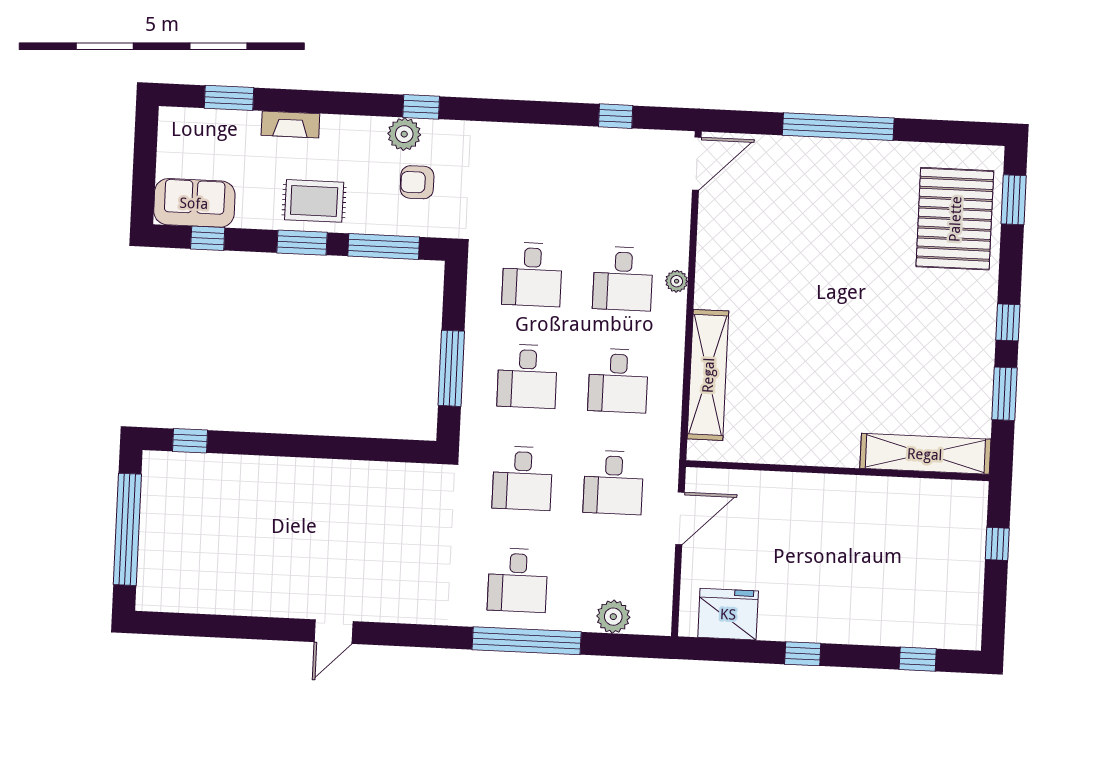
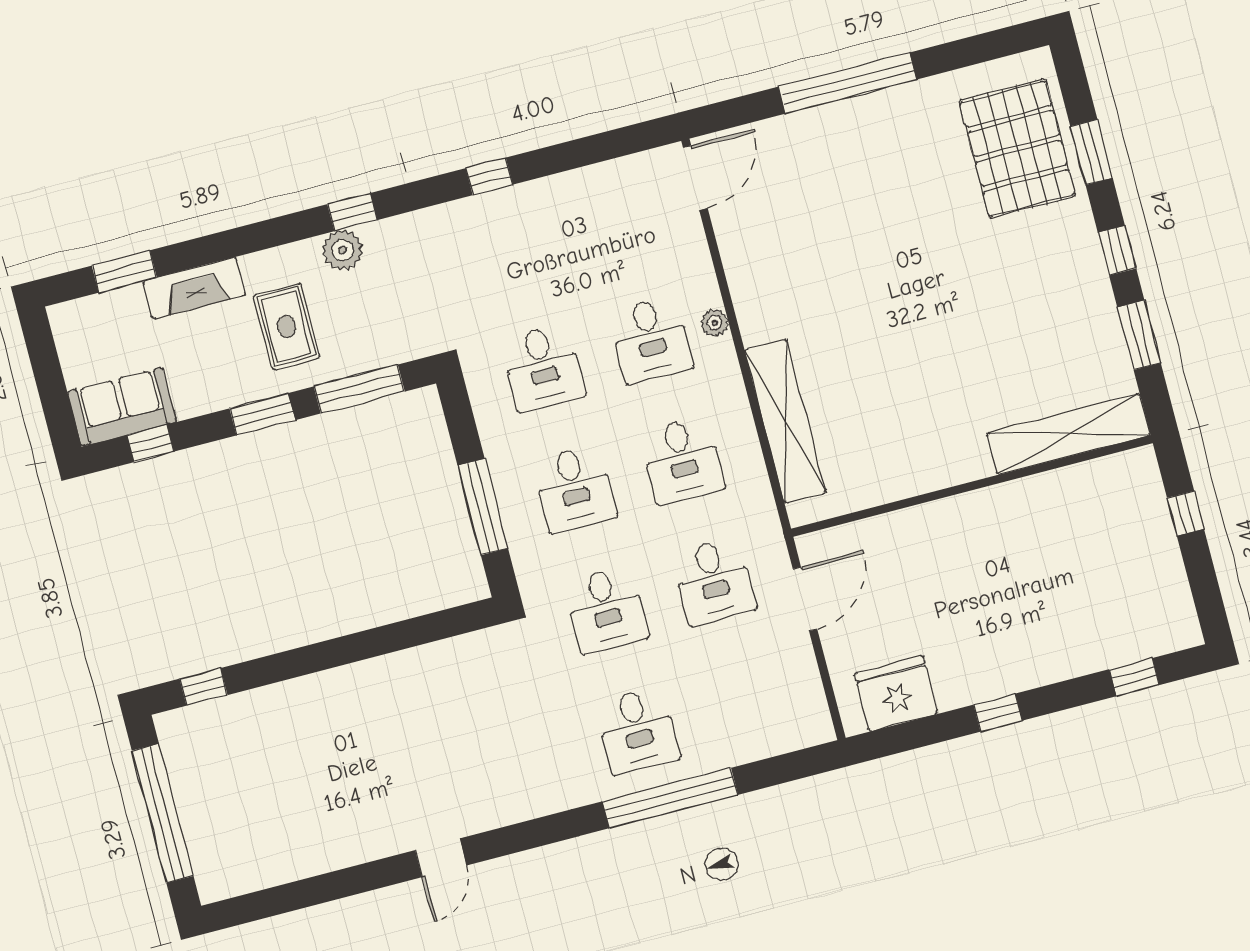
window: (616, 116) -> (489, 176), moved
fireplace: (290, 124) -> (194, 288), width x1.37, depth x1.32
armchair: (417, 182) -> (375, 302), removed
window: (1014, 200) -> (1091, 152), moved
rug: (314, 201) -> (287, 326), moved, turned 90
plant: (613, 617) -> (763, 738), removed

